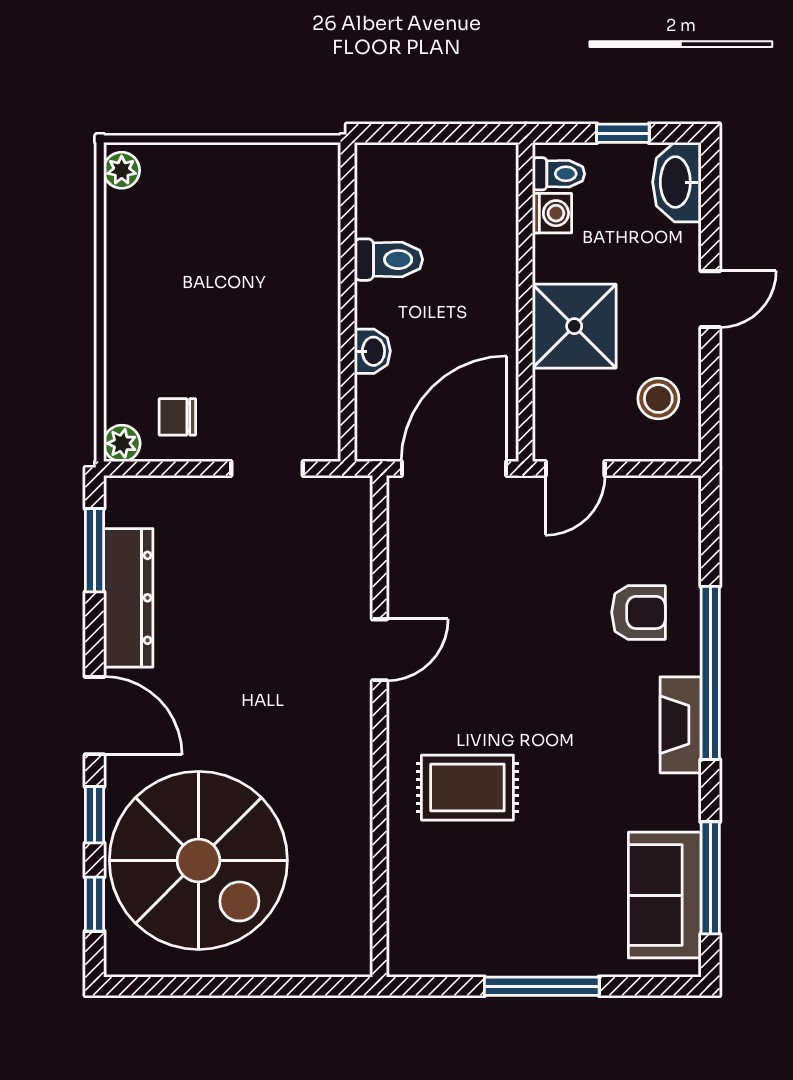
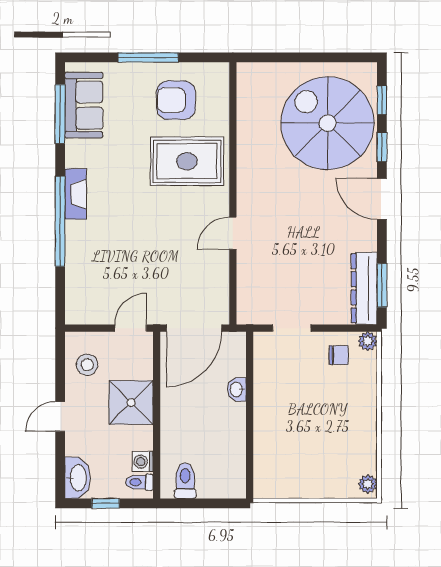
toilet: (389, 260) -> (185, 481), moved, turned 90
dresser: (128, 598) -> (364, 288), moved
armchair: (639, 612) -> (176, 100), moved, width x1.38, depth x1.38
rug: (467, 788) -> (187, 161), width x1.36, depth x1.43

